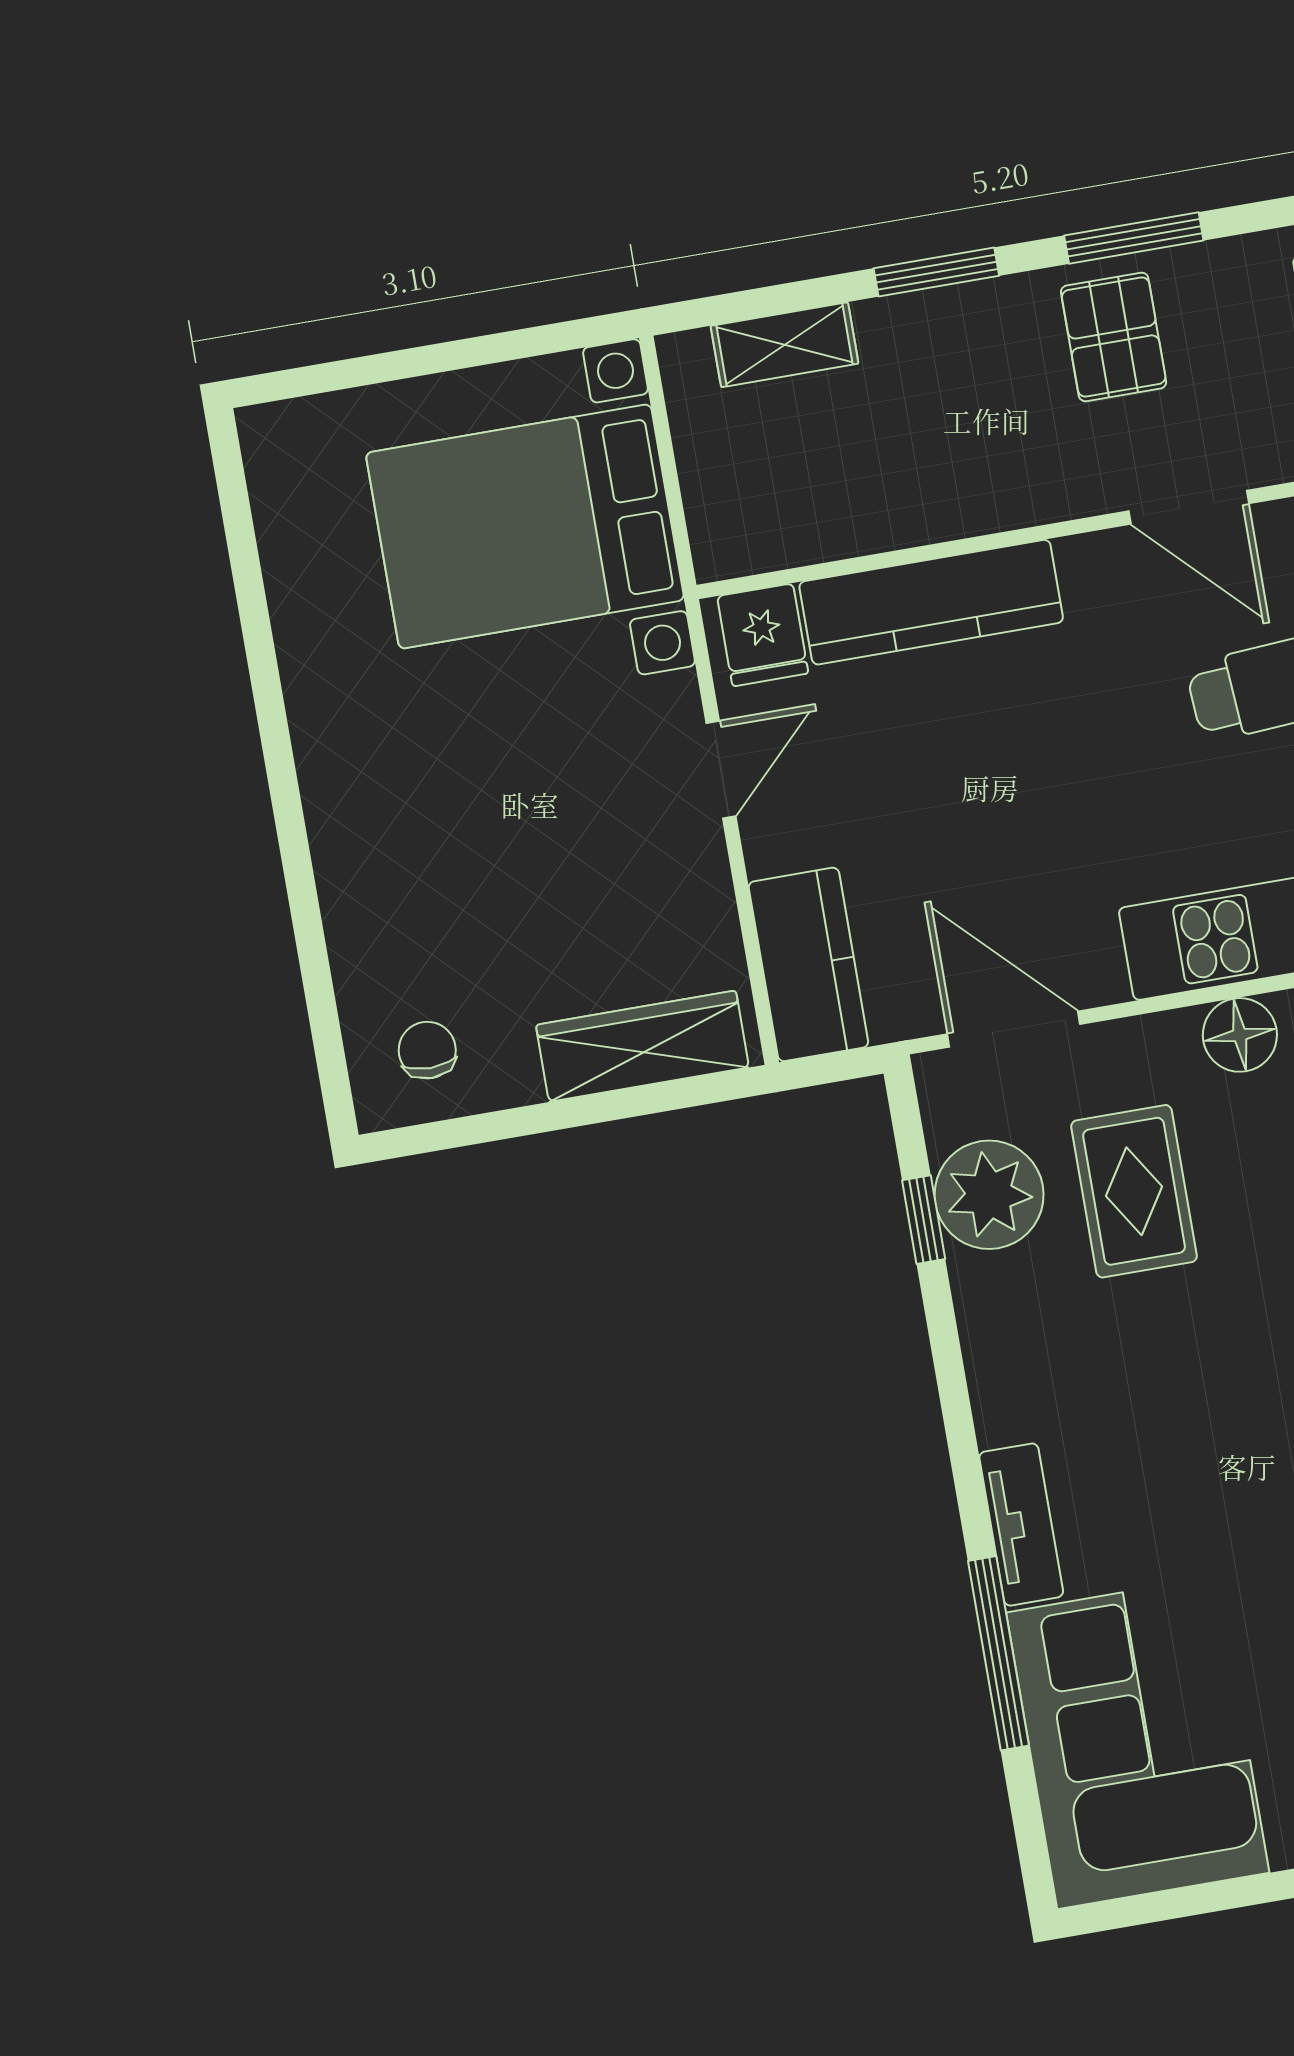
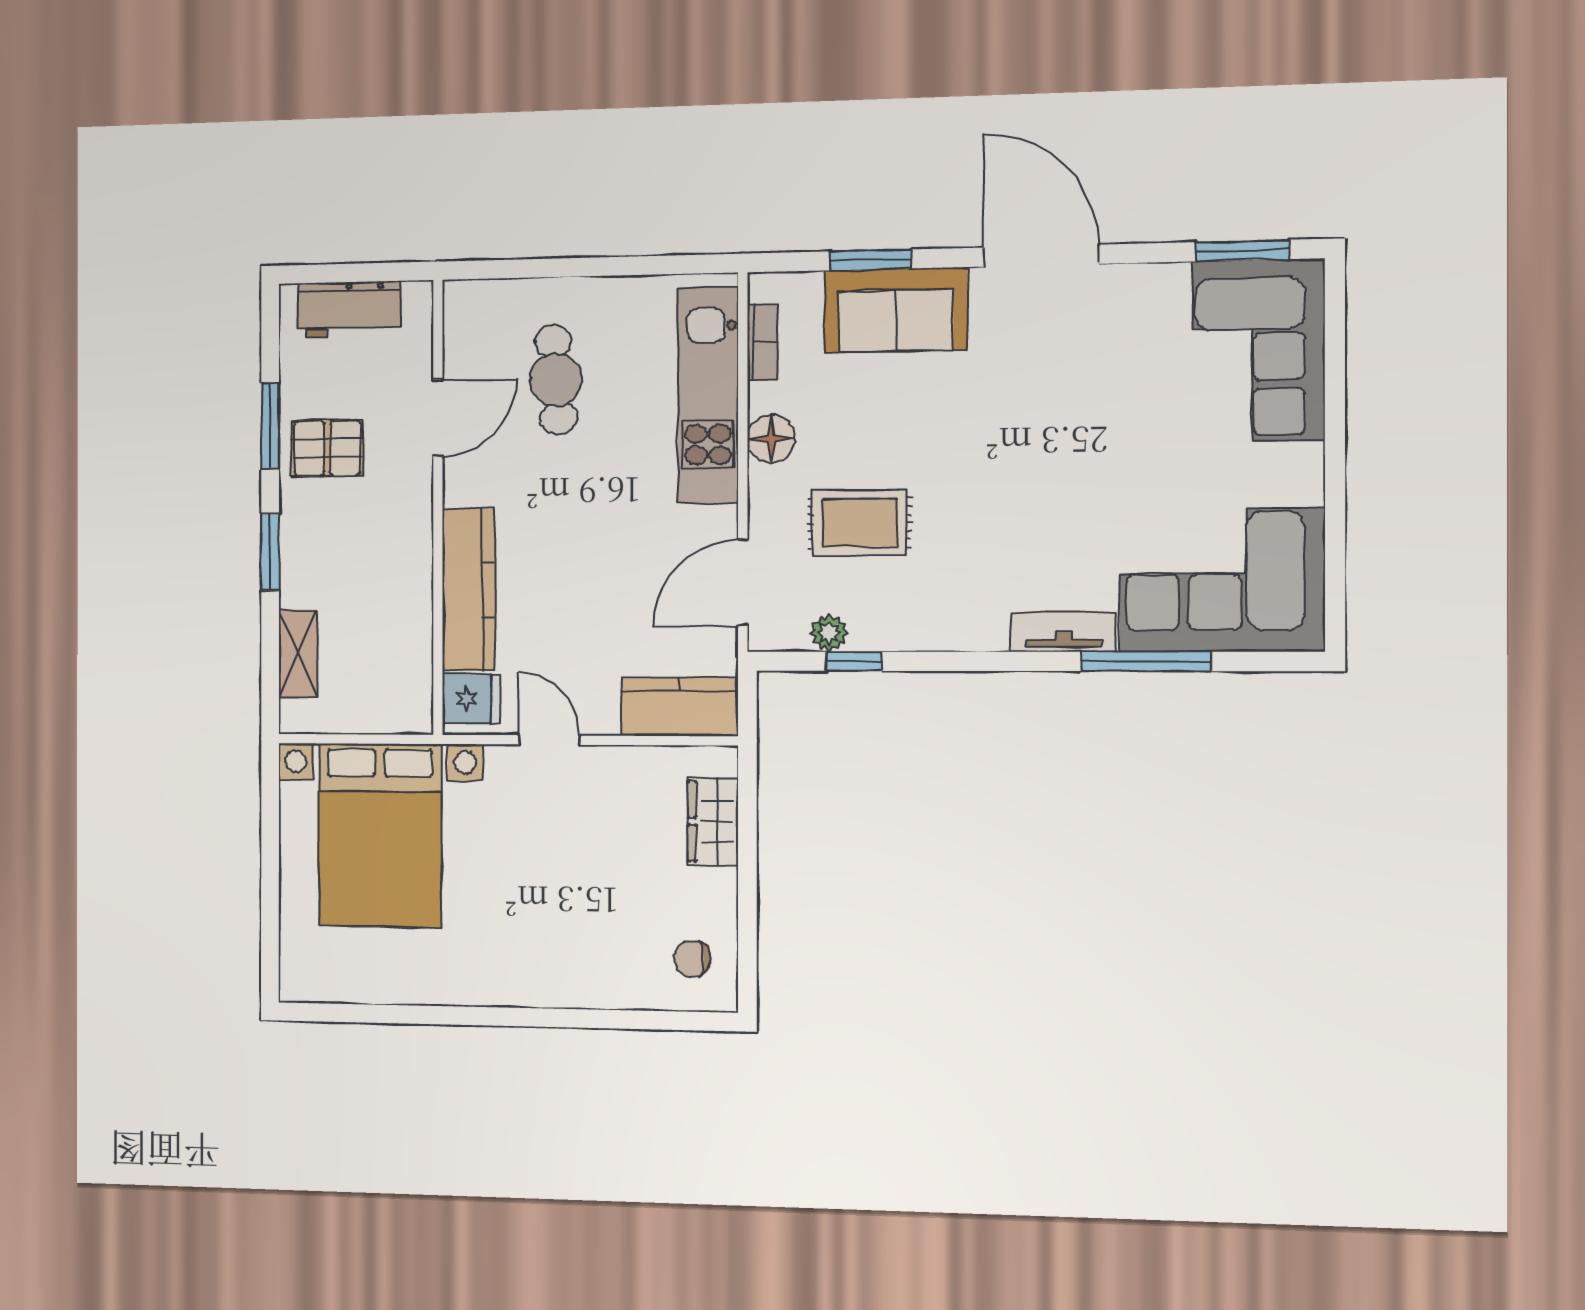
wardrobe: (642, 1046) -> (713, 821), width x0.67
plant: (989, 1195) -> (829, 633), width x0.53, depth x0.53

